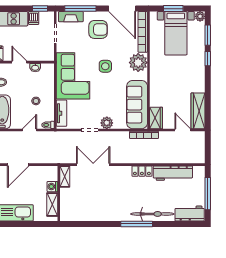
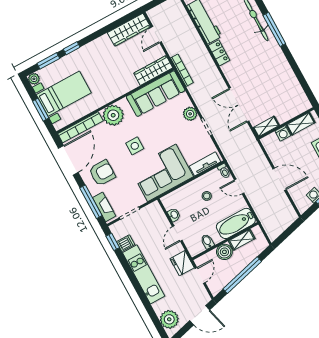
armchair: (98, 29) -> (102, 173), turned 90
wardrobe: (156, 118) -> (153, 70), width x1.50

